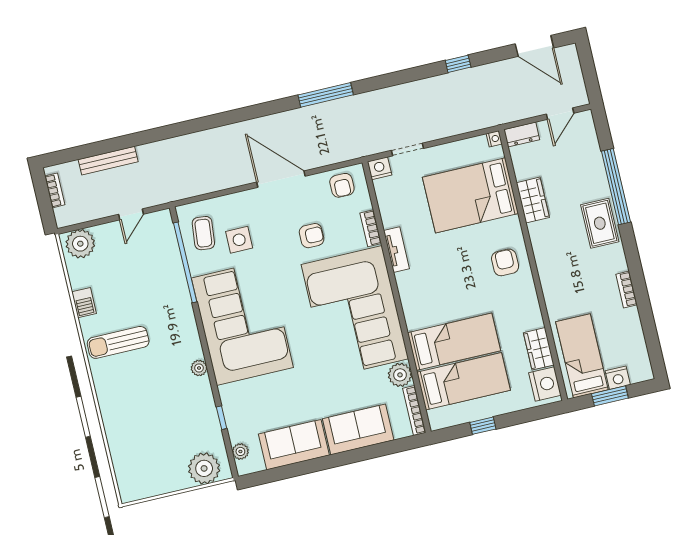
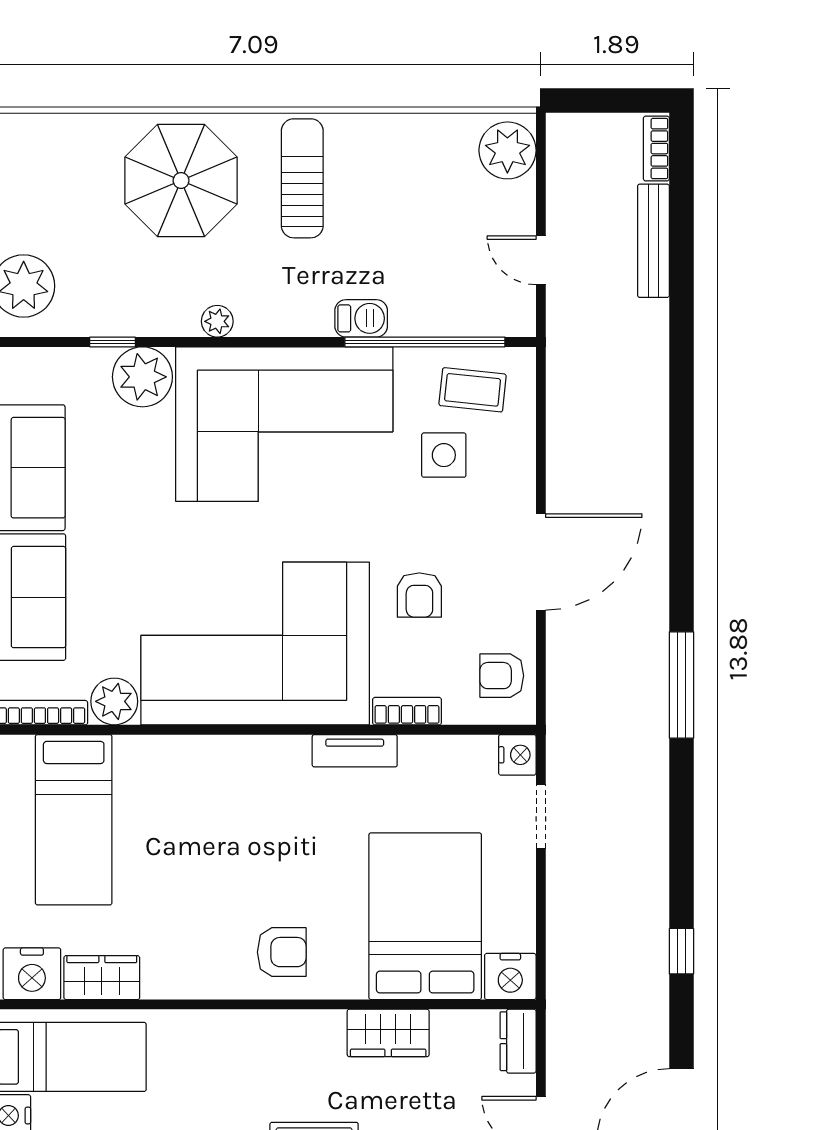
nightstand: (494, 139) -> (510, 976), width x1.89, depth x1.79
bookcase: (55, 190) -> (656, 149), moved, turned 90
barbecue: (84, 303) -> (361, 318), moved, turned 180
bed: (454, 342) -> (153, 819), removed
parasol: (133, 402) -> (181, 180), added
plant: (240, 451) -> (142, 377), moved, width x1.88, depth x1.88

